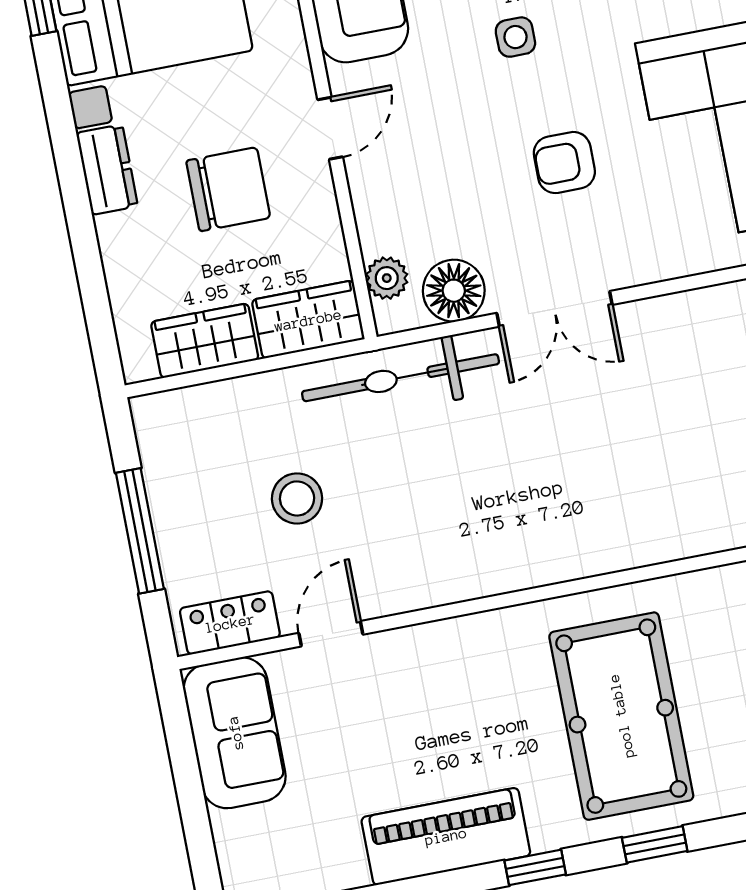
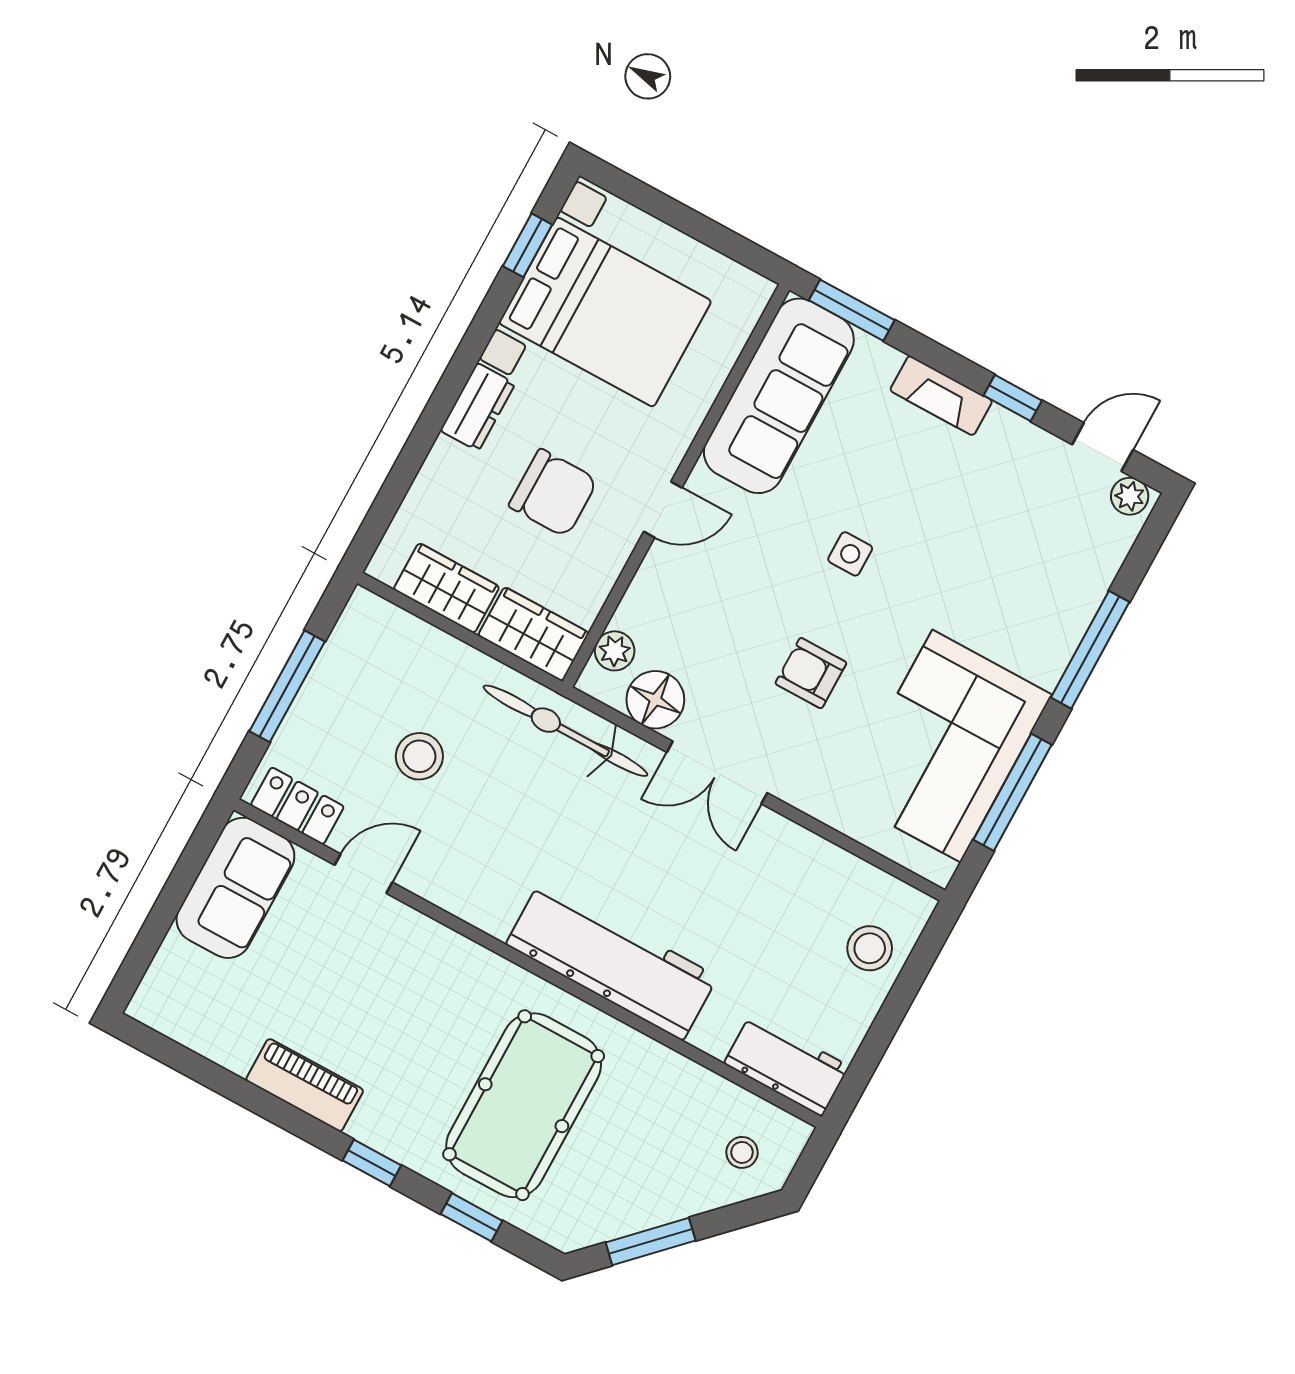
workbench: (596, 536) -> (612, 960), added
piano: (446, 836) -> (305, 1085), width x0.73, depth x0.75

